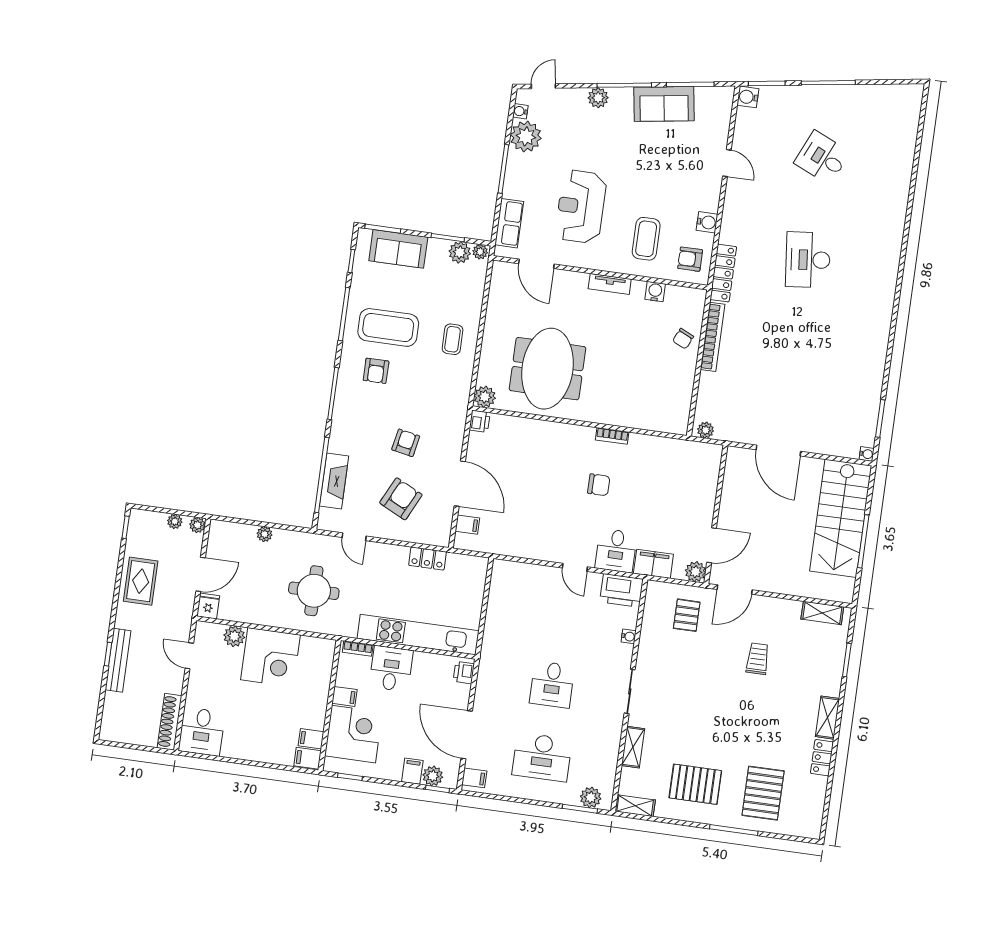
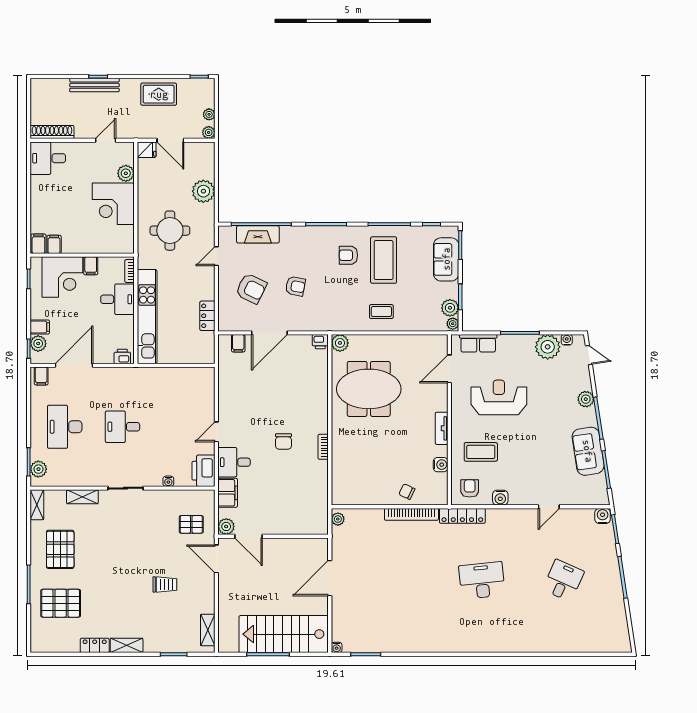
plant: (265, 534) -> (203, 191), width x1.88, depth x1.88

